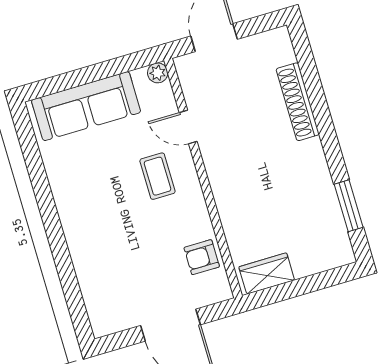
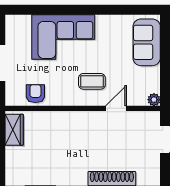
sofa: (86, 106) -> (147, 42), width x0.73
corner sofa: (102, 240) -> (63, 37), added

